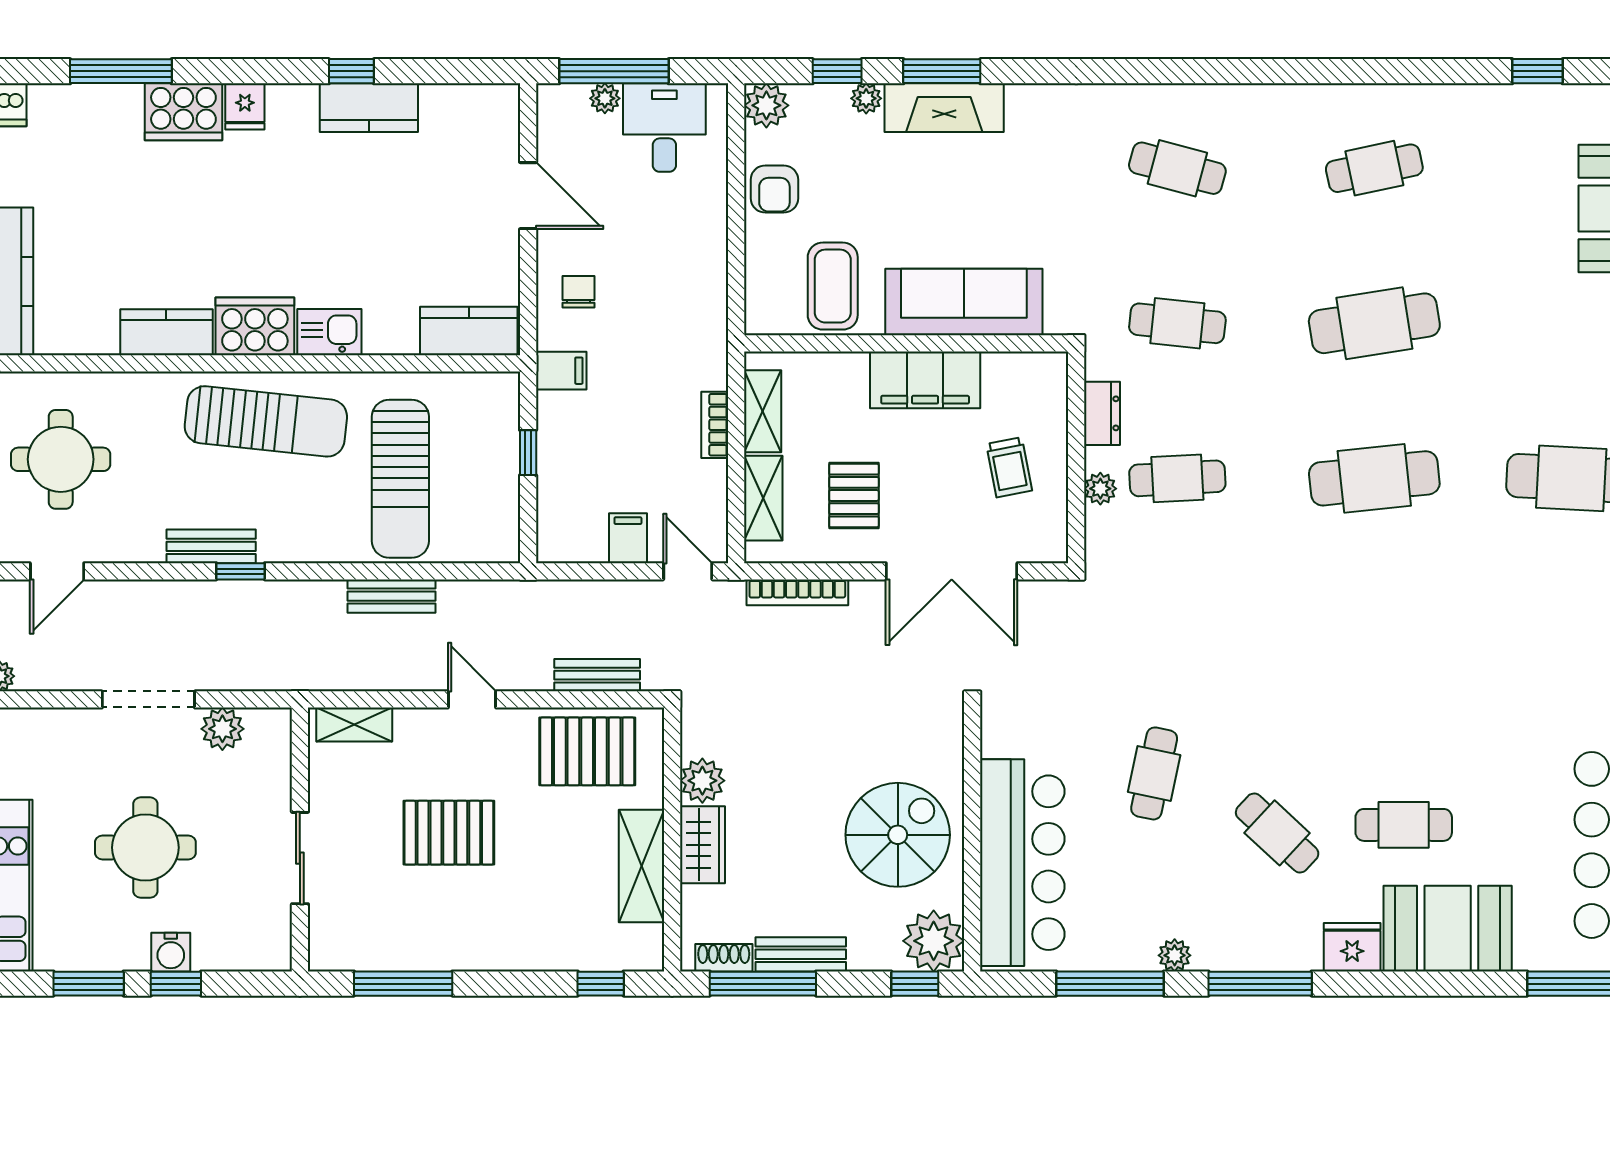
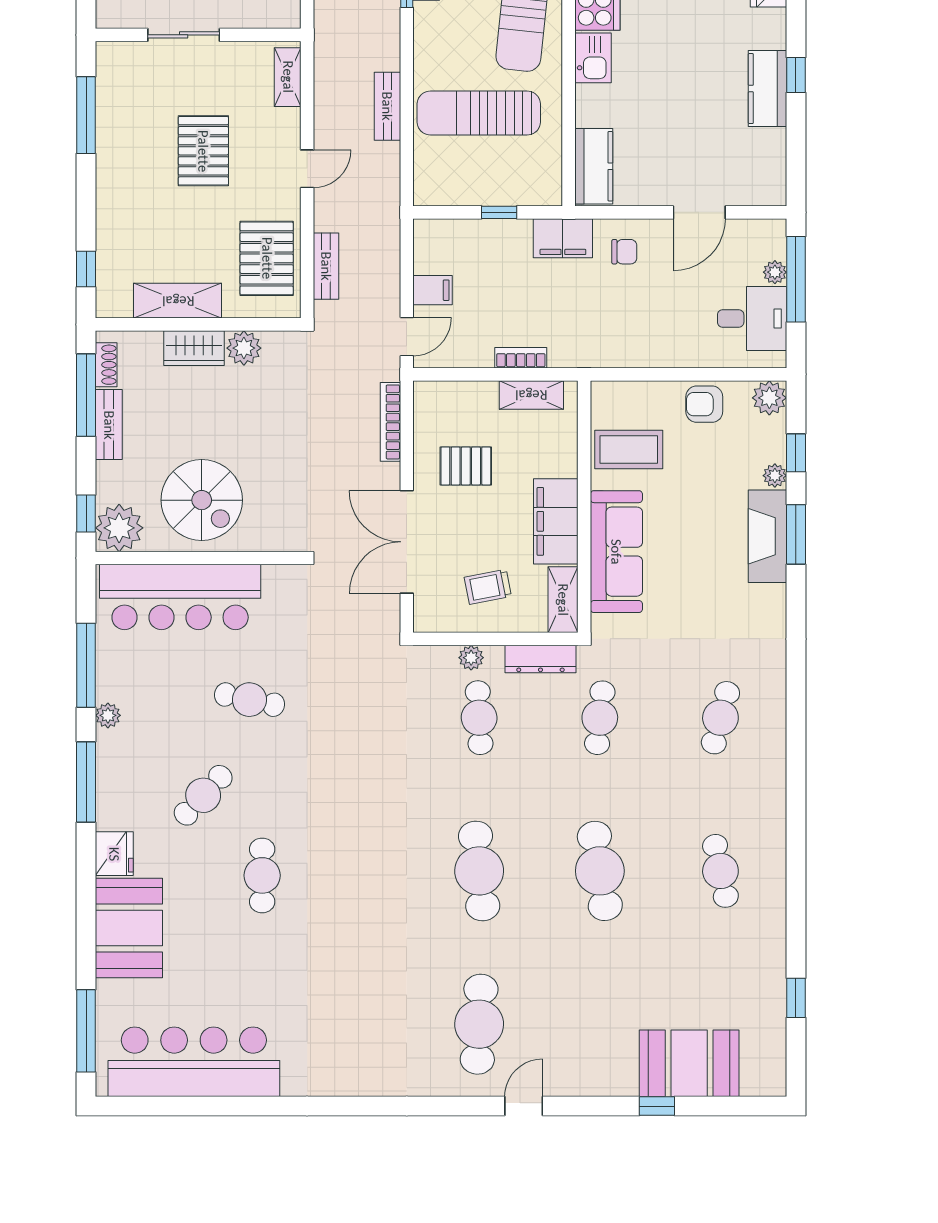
filing cabinet: (561, 371) -> (563, 238), width x2.00
dresser: (1102, 413) -> (540, 659), width x1.44
shelving: (763, 498) -> (563, 600), moved, turned 90
cafe table: (1404, 825) -> (262, 875), moved

